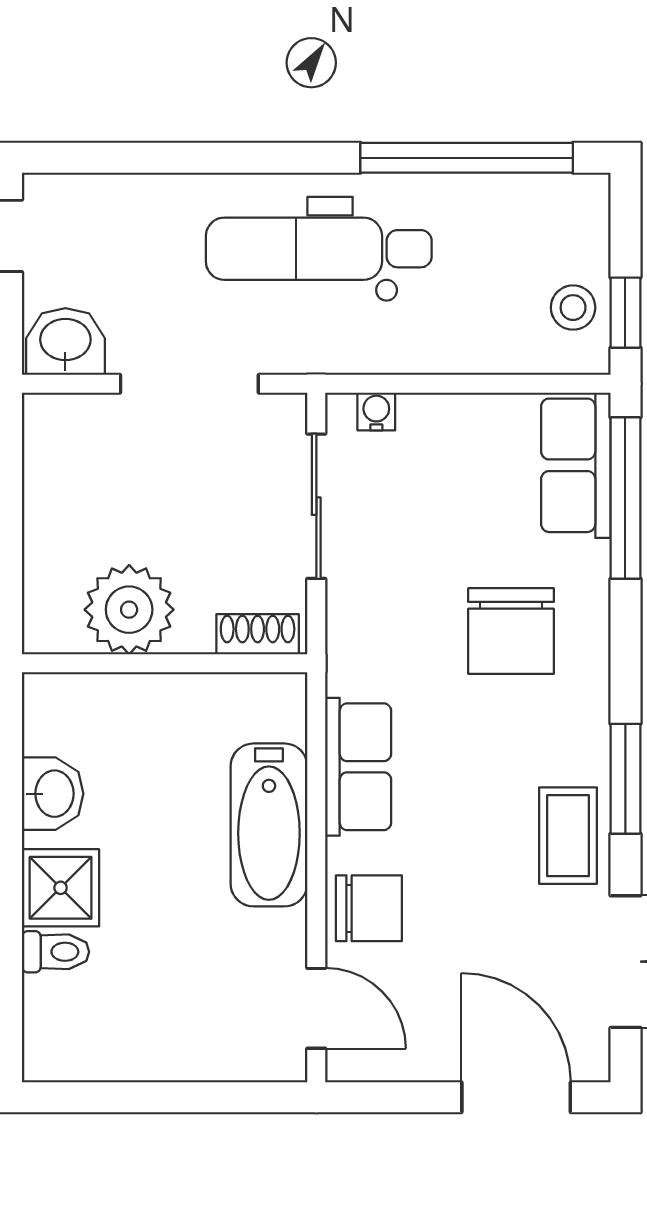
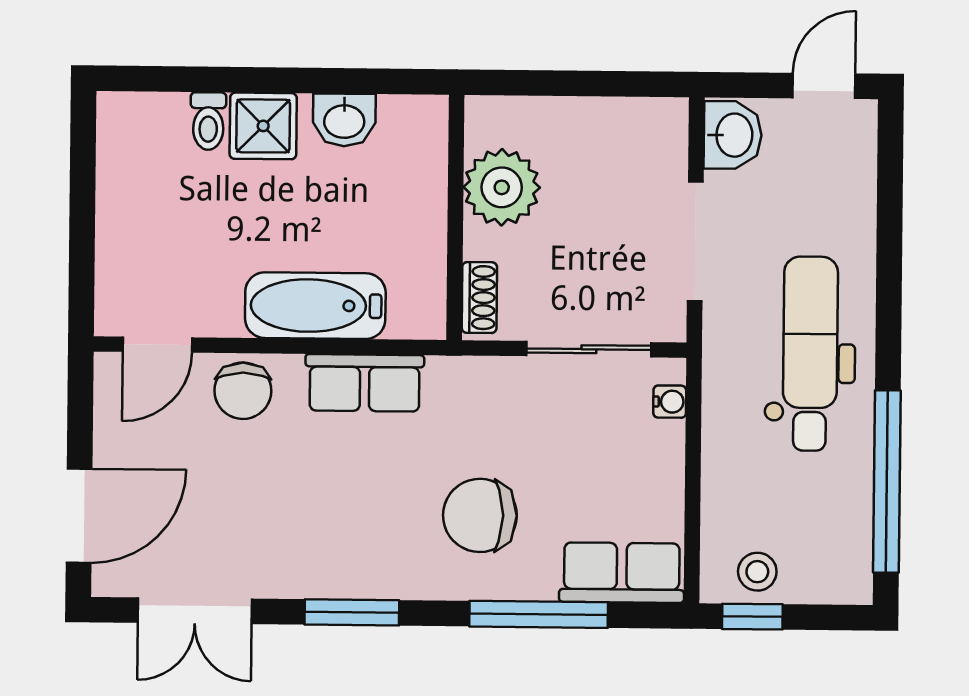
window: (625, 498) -> (539, 614), moved
coffee table: (568, 836) -> (304, 563), removed

